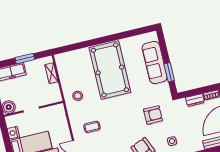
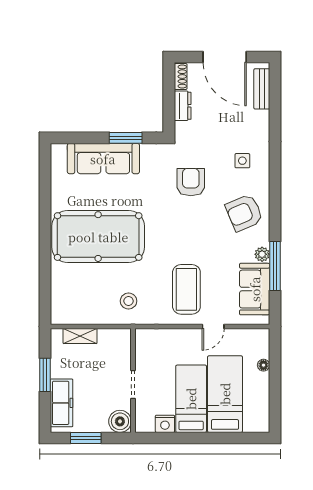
coffee table: (92, 127) -> (186, 289), width x1.86, depth x1.72

